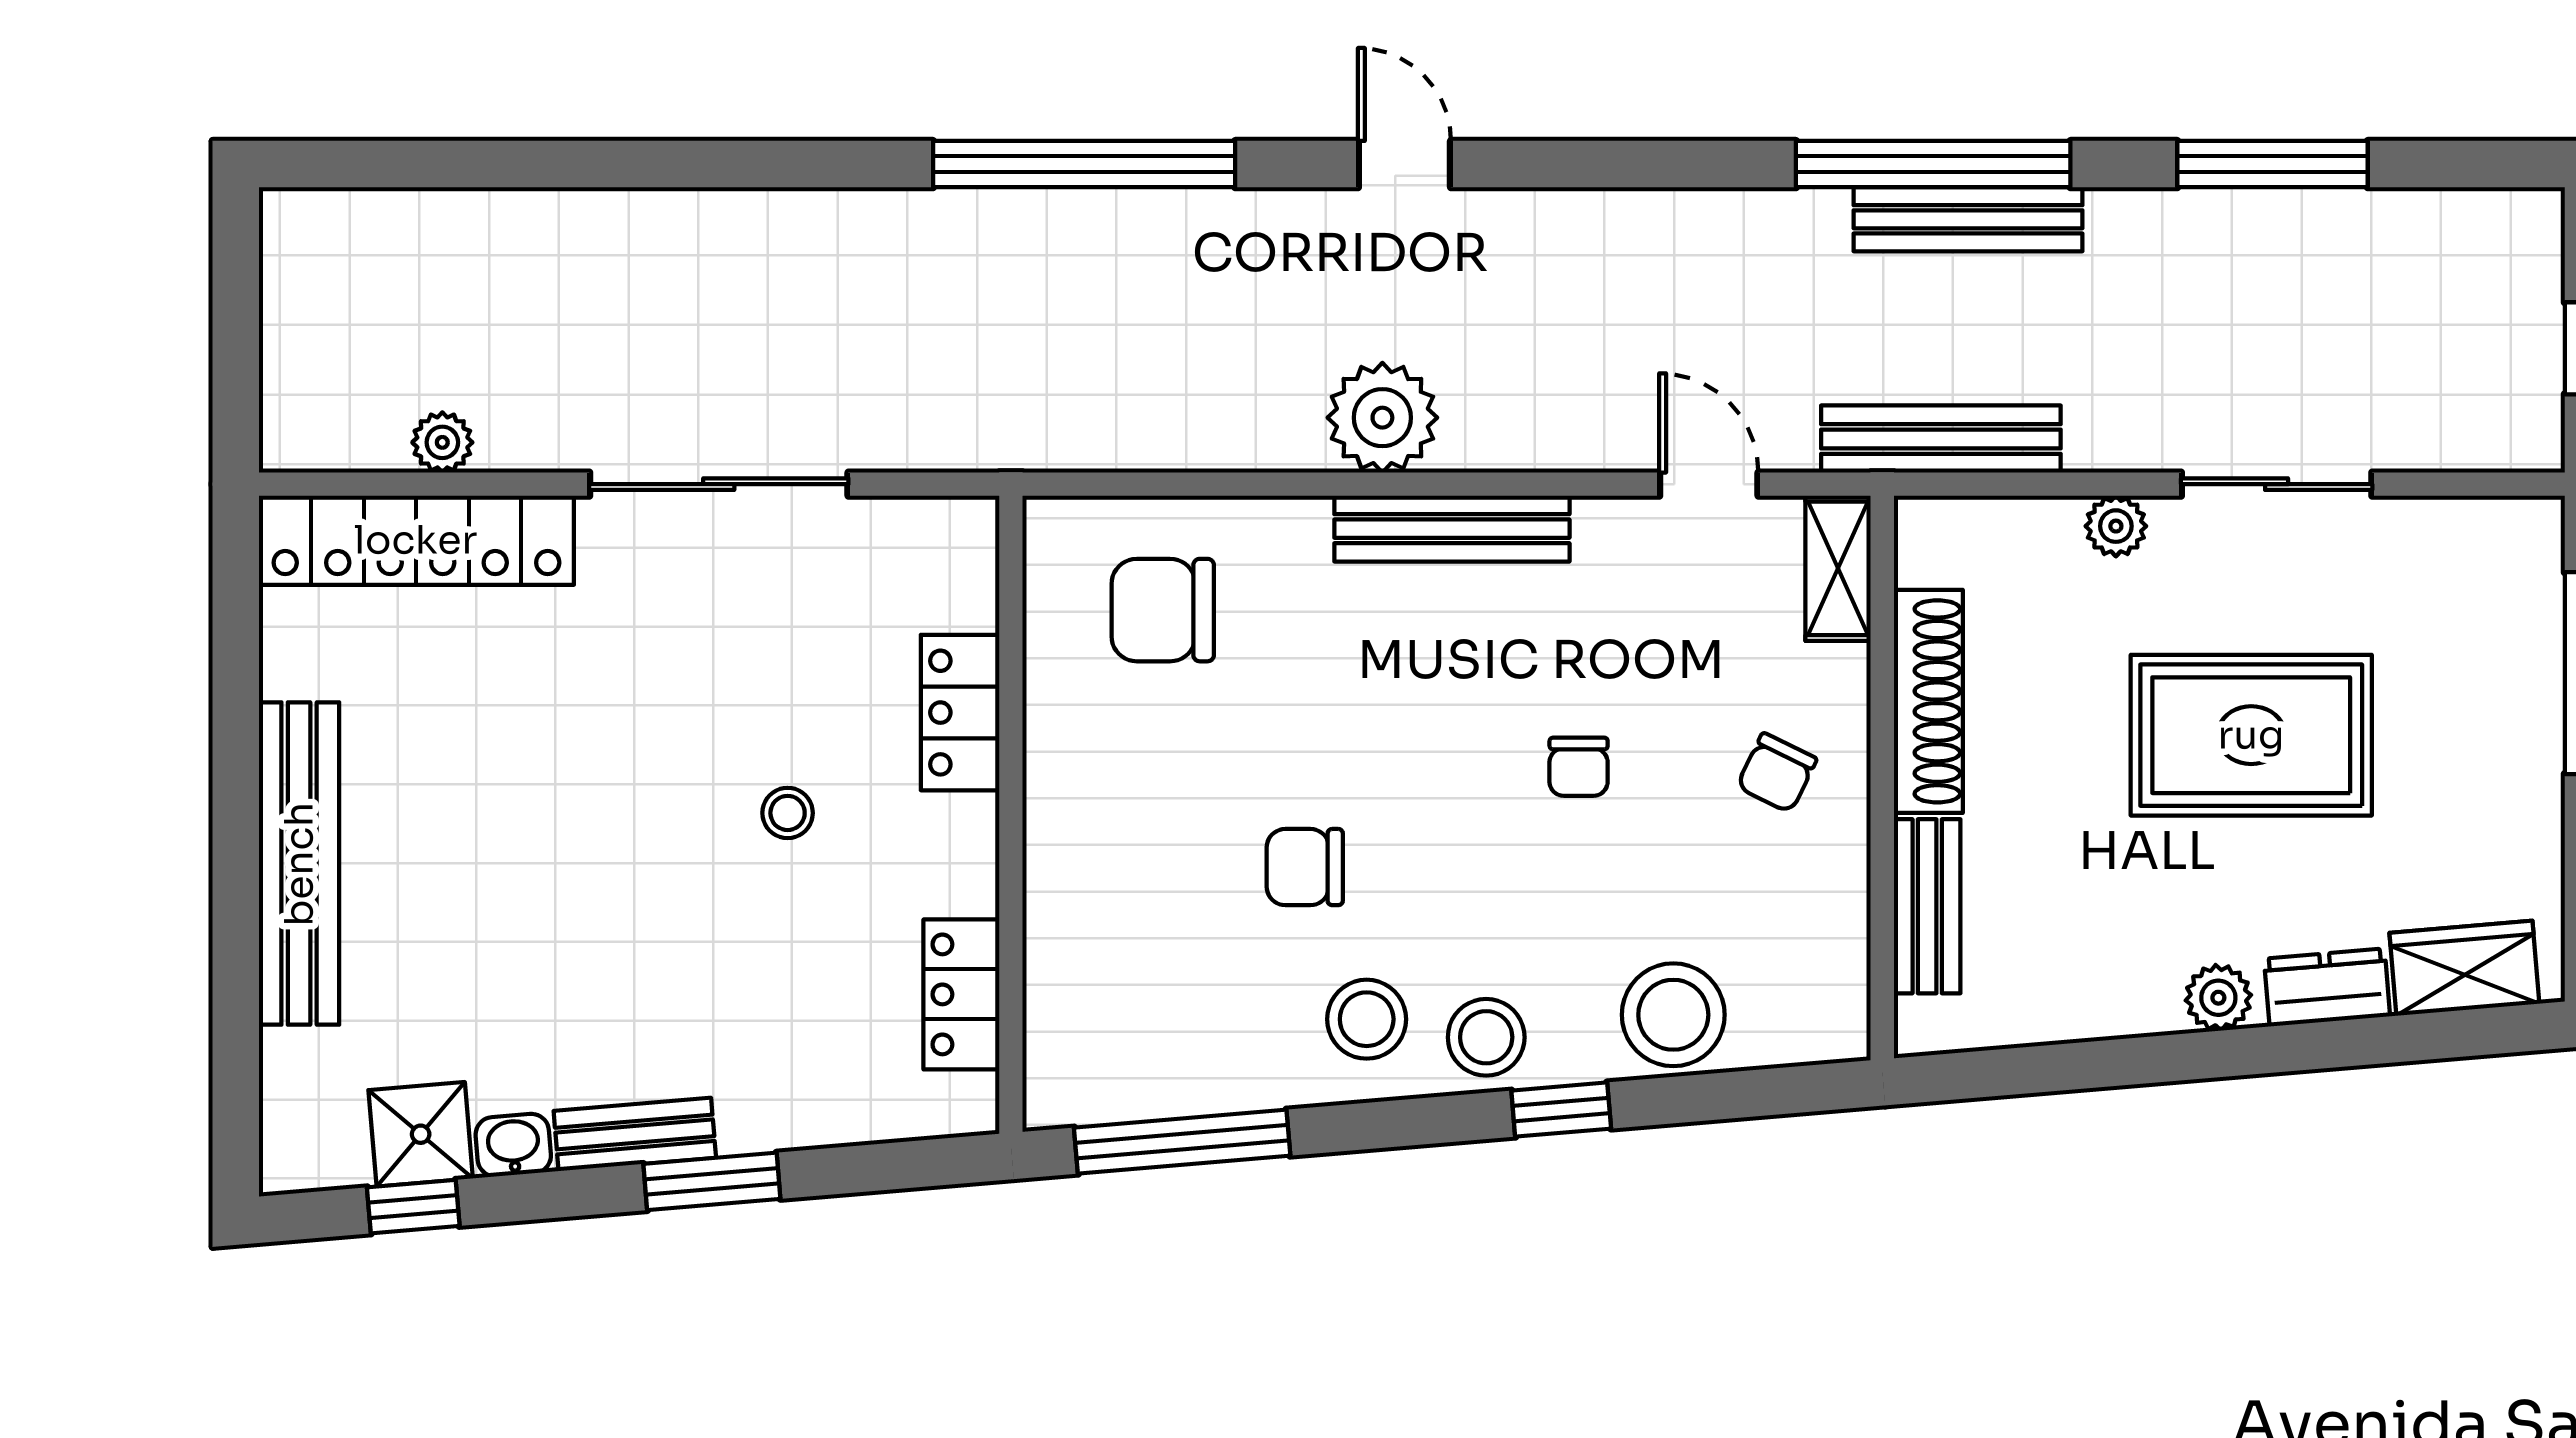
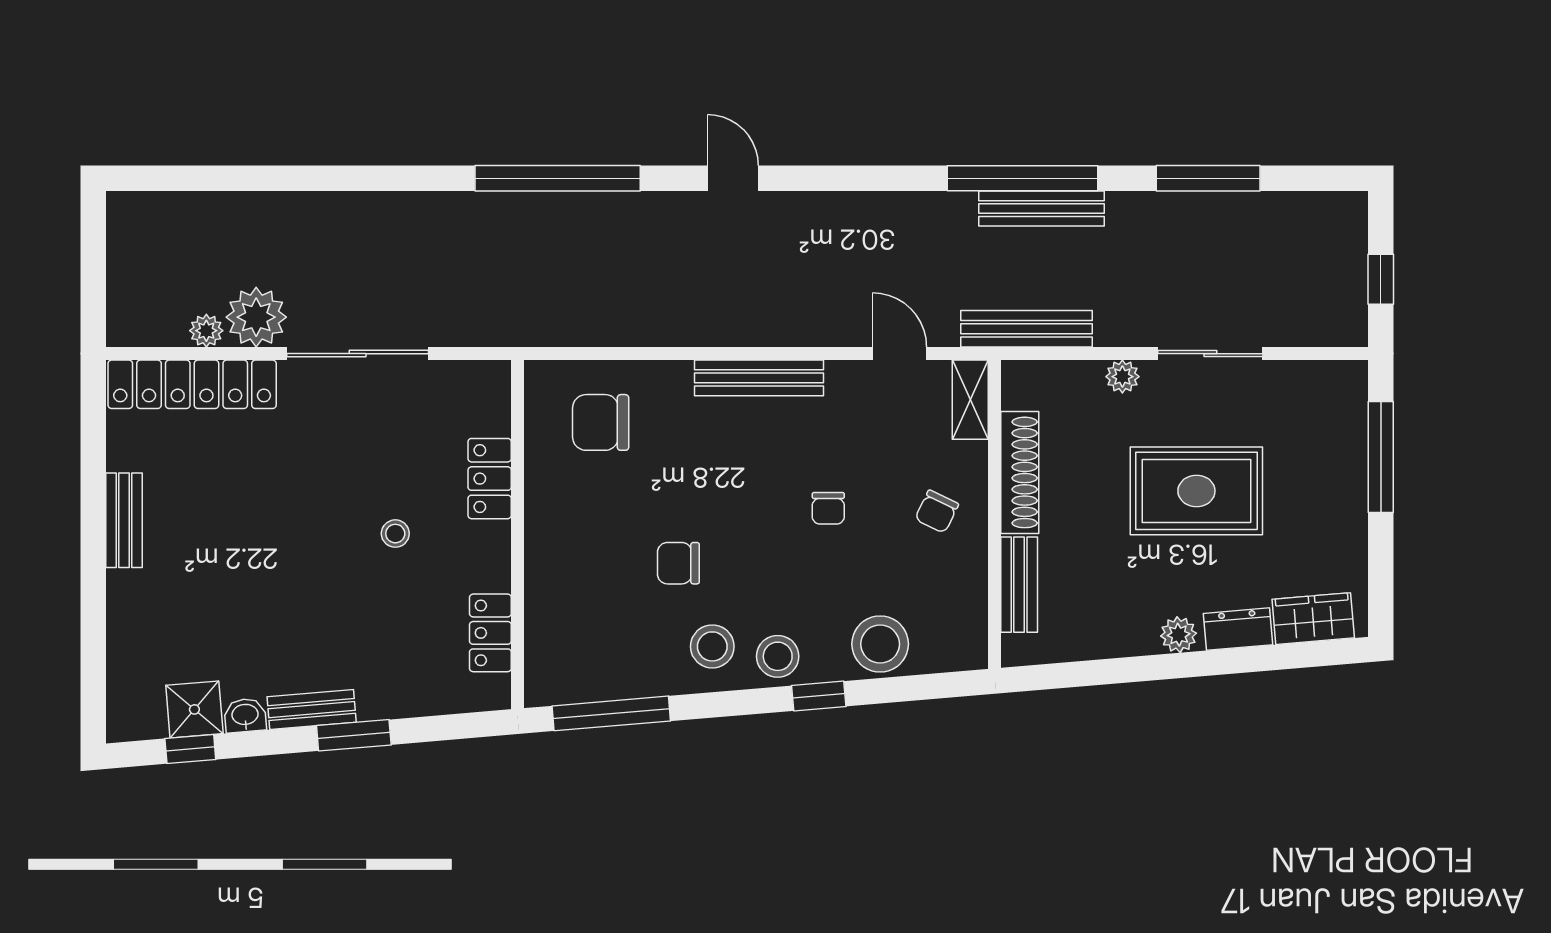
plant: (1382, 418) -> (256, 317), moved
bench: (299, 864) -> (124, 520), width x0.54, depth x0.82

